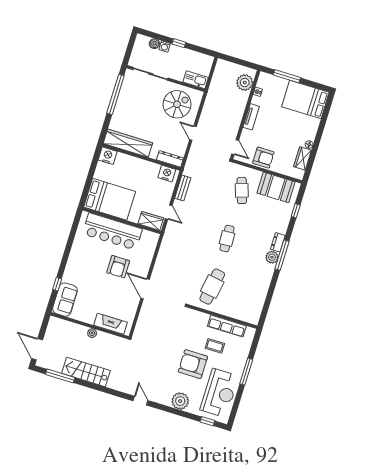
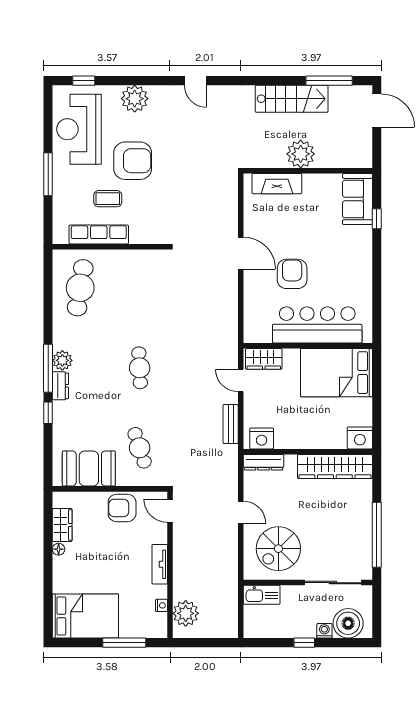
boiler: (154, 44) -> (348, 623), width x1.86, depth x1.86
window: (296, 211) -> (48, 413), moved
cafe table: (212, 287) -> (80, 288), moved
plant: (92, 333) -> (301, 154), width x1.87, depth x1.87

